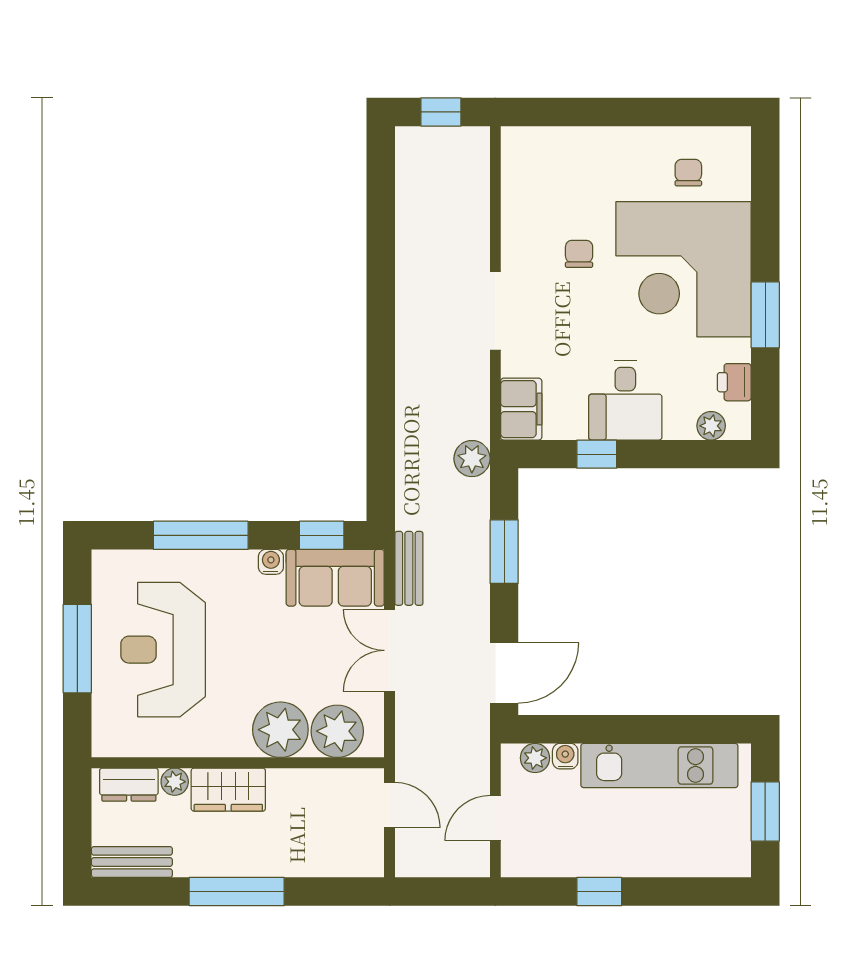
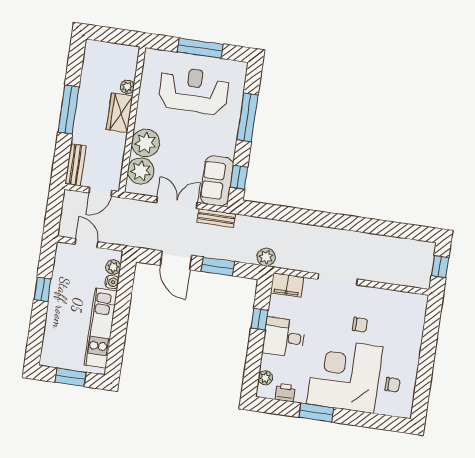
water cooler: (271, 562) -> (229, 150), removed
door: (504, 673) -> (176, 260), moved
dresser: (129, 785) -> (129, 64), removed
bench: (132, 862) -> (75, 165), moved

